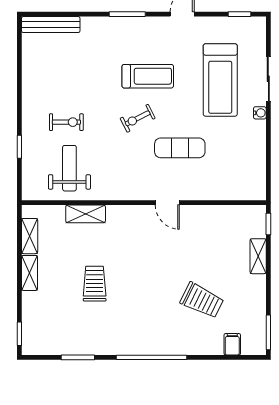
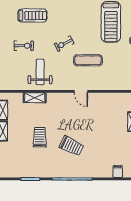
treadmill: (148, 76) -> (32, 15), moved
weight bench: (69, 168) -> (40, 72), moved
trolley: (202, 300) -> (71, 146), moved

